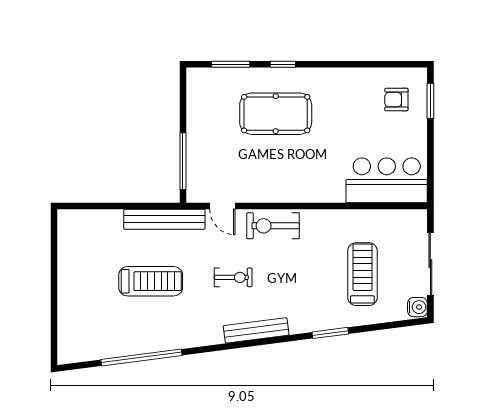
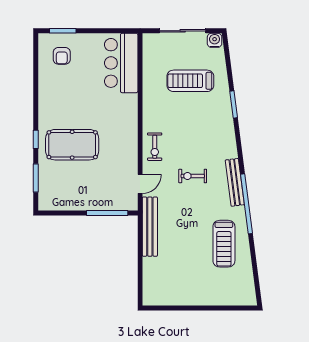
pool table: (276, 114) -> (72, 145), turned 90
exercise bike: (273, 226) -> (155, 147), width x0.73, depth x0.72
exercise bike: (233, 277) -> (193, 176), turned -90
treadmill: (151, 281) -> (224, 244), moved, turned 180
bench: (256, 330) -> (235, 182), moved
window: (141, 357) -> (247, 204), moved

